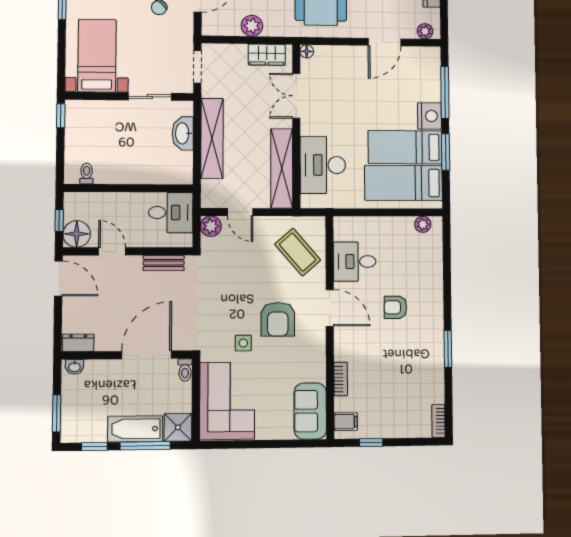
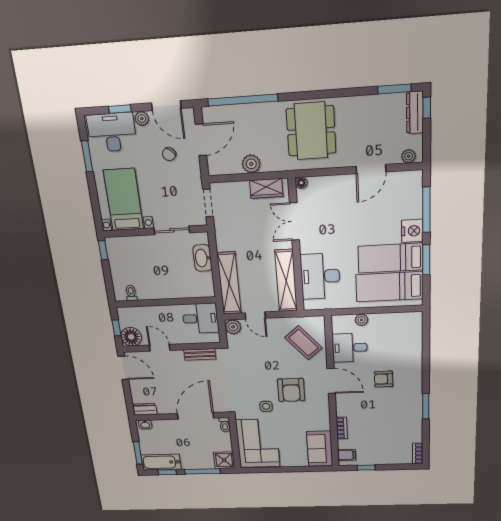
shelving: (212, 138) -> (229, 283), moved
plant: (423, 224) -> (362, 320), moved
bathtub: (135, 429) -> (161, 462), moved

